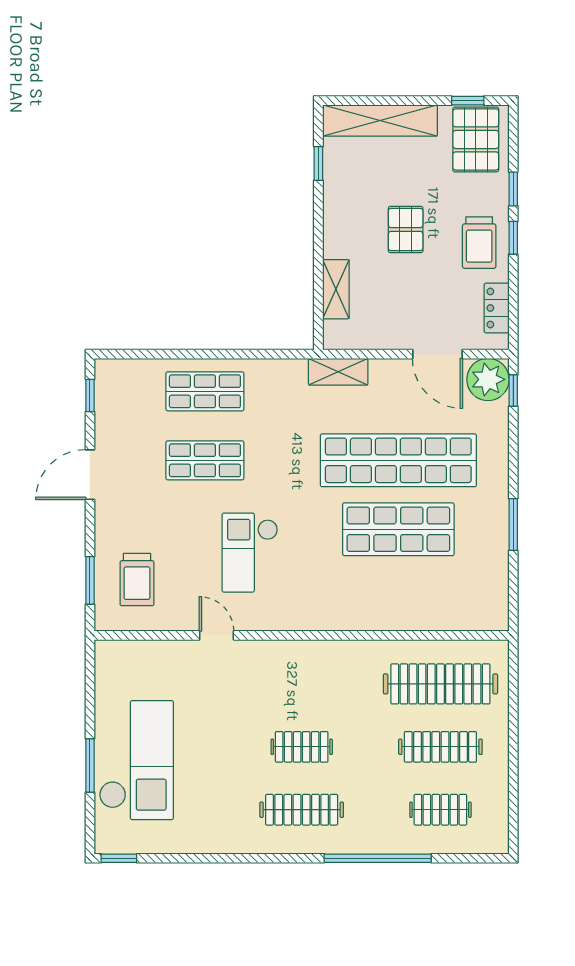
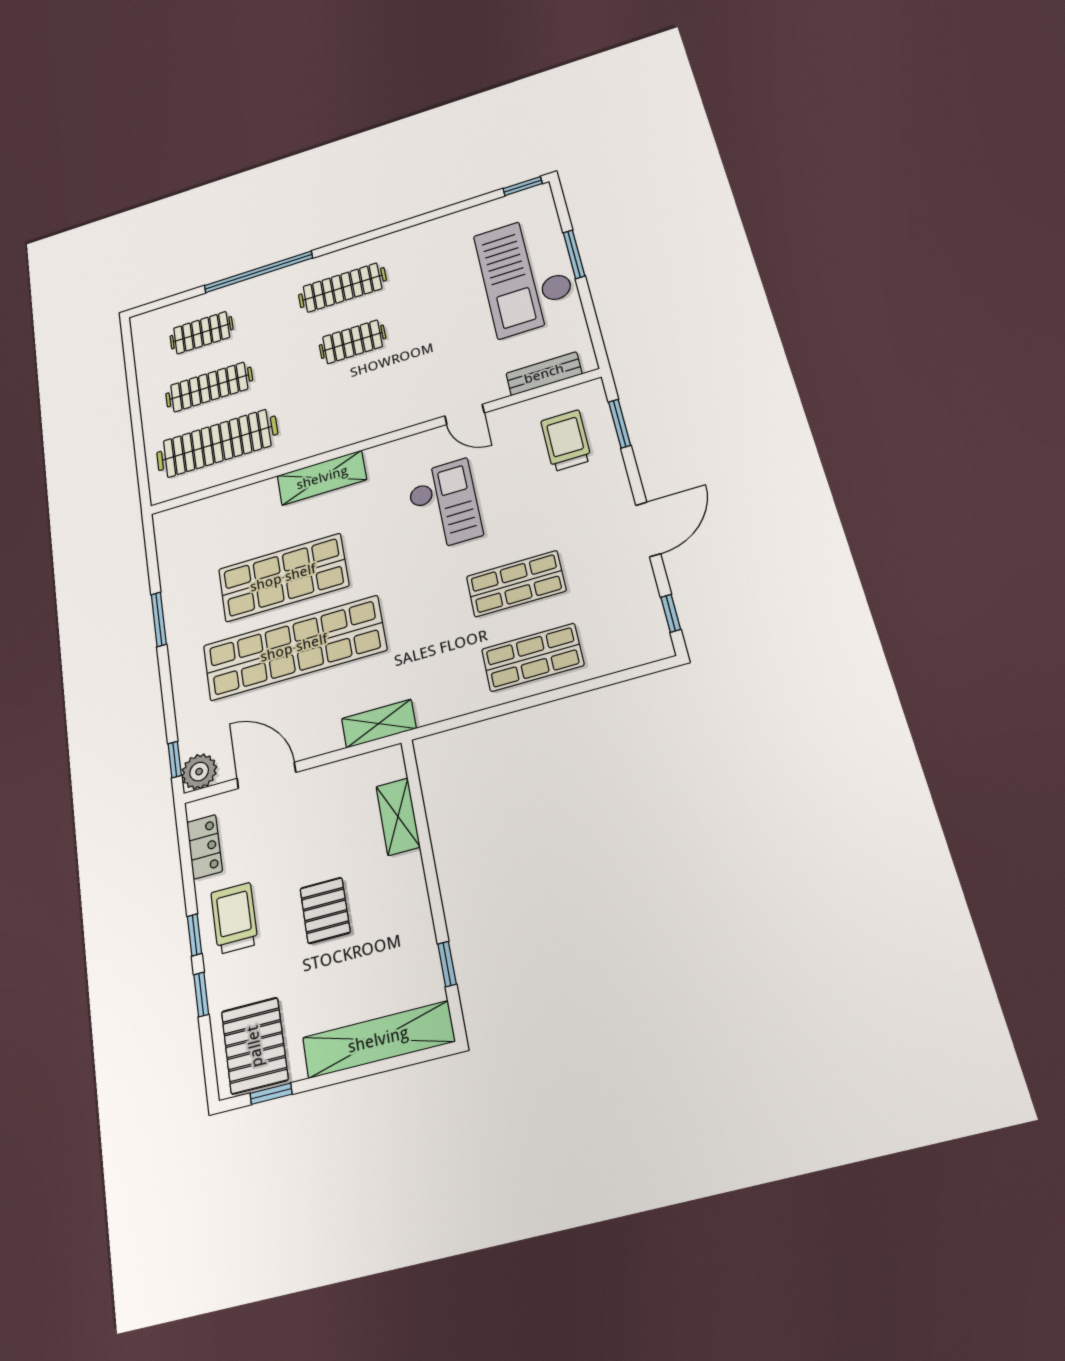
plant: (488, 379) -> (199, 772), width x0.73, depth x0.73
shelving: (351, 616) -> (322, 478), added
bench: (141, 652) -> (544, 374), added

